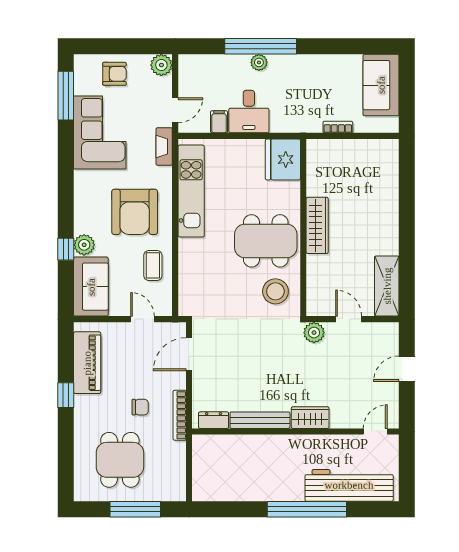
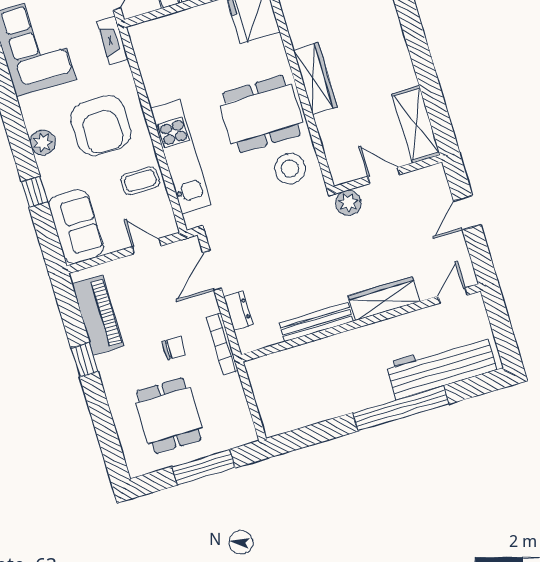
kitchen unit: (191, 191) -> (181, 157), moved
plant: (84, 245) -> (43, 143), moved
coffee table: (153, 265) -> (140, 181), turned 90
wardrobe: (310, 418) -> (384, 299), width x1.50
dresser: (214, 420) -> (238, 311), moved, turned 90

